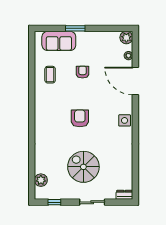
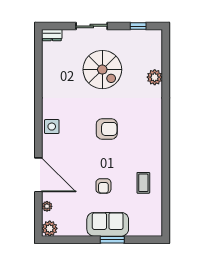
sofa: (59, 41) -> (108, 224), moved
armchair: (80, 118) -> (107, 129), turned -90
plant: (41, 180) -> (155, 77), moved

